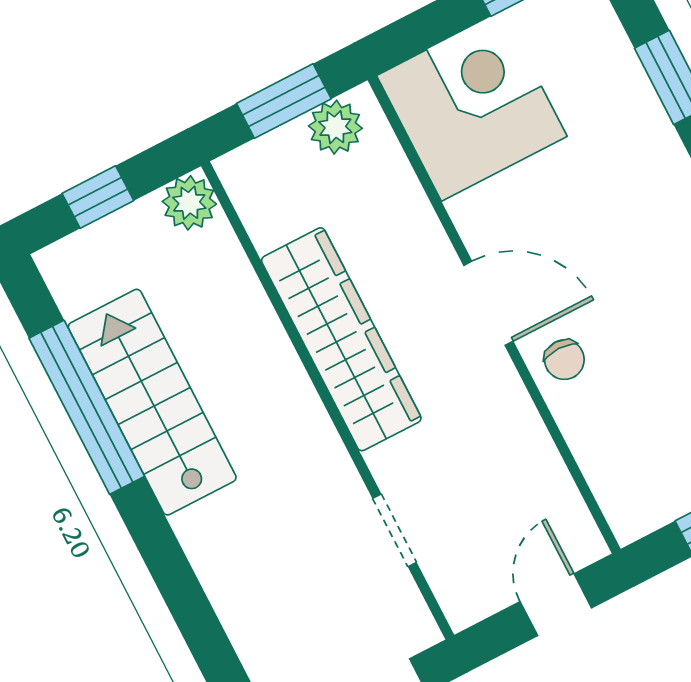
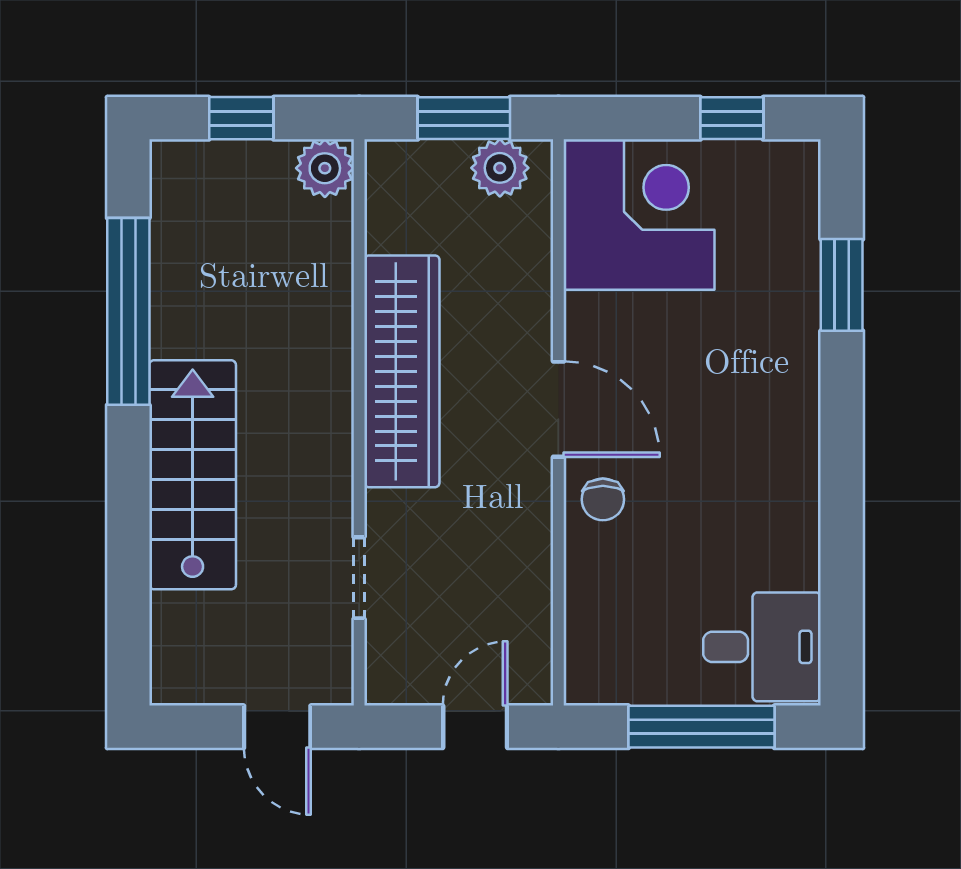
stairs: (152, 402) -> (193, 475), moved

